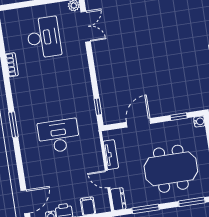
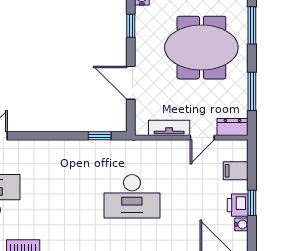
desk: (59, 136) -> (132, 196), turned -90
meeting table: (171, 169) -> (201, 48), turned 90

